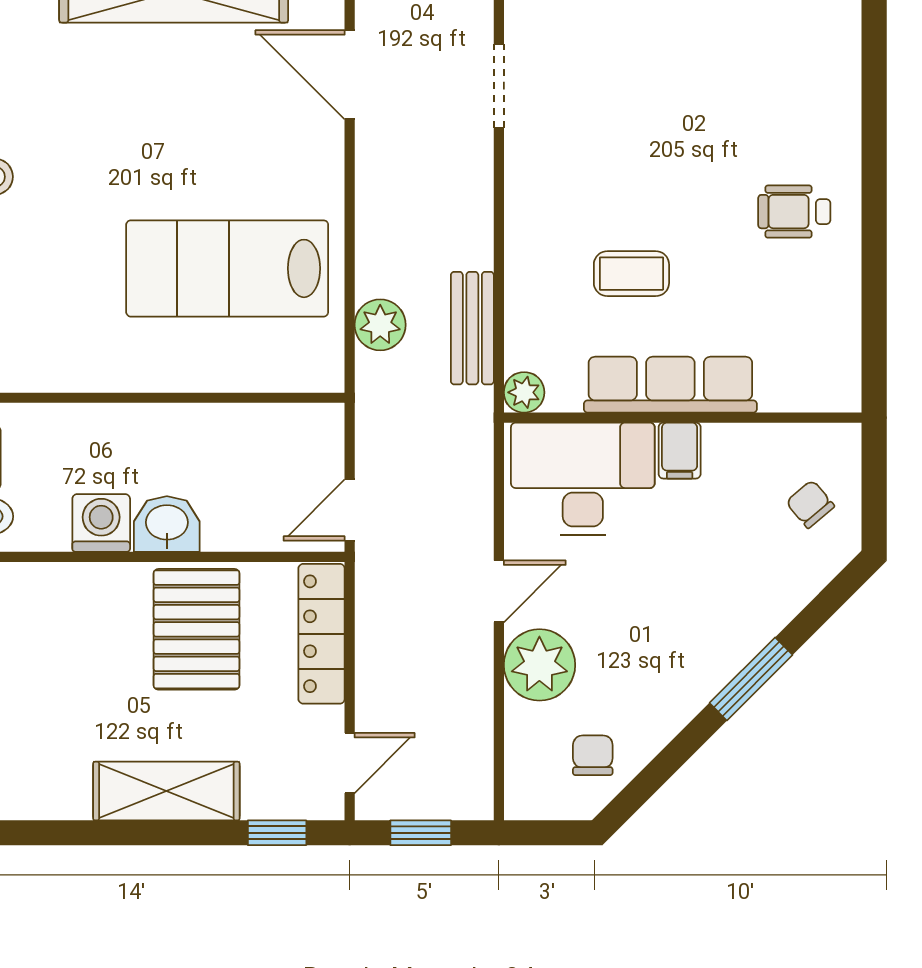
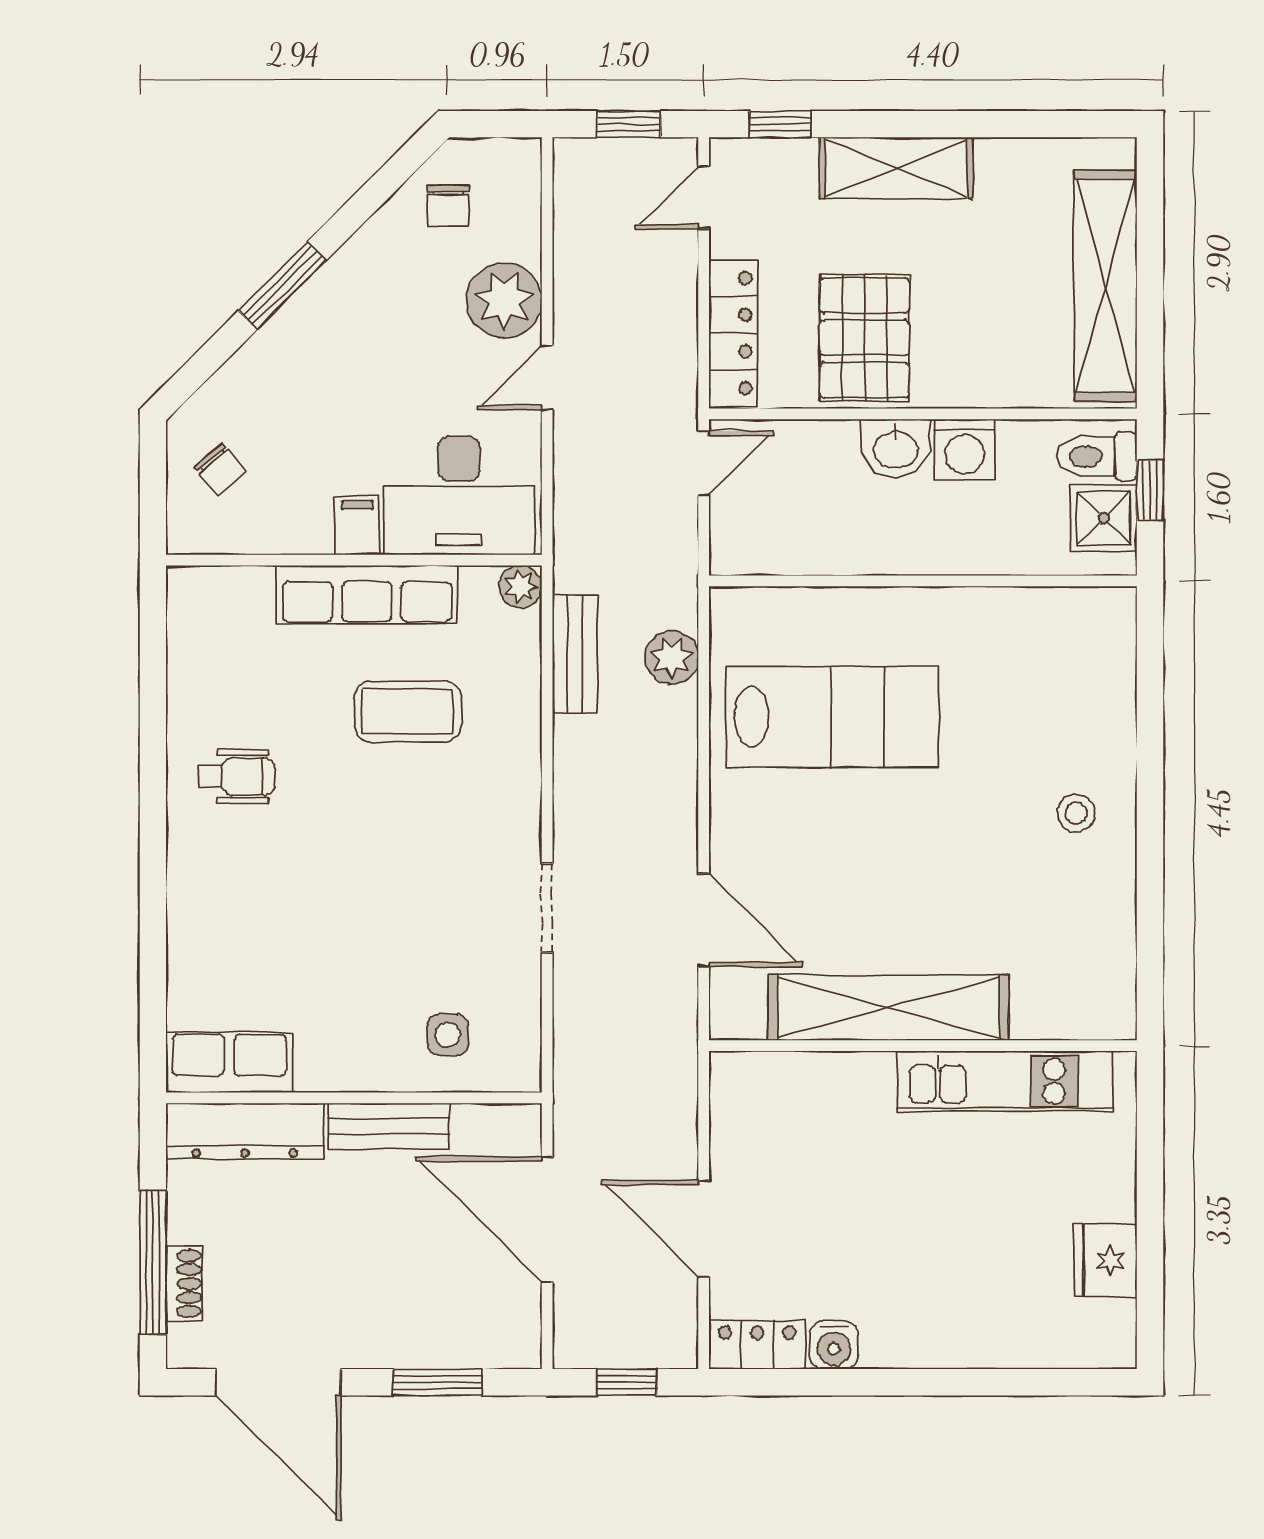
coffee table: (631, 274) -> (408, 711), width x1.36, depth x1.30

